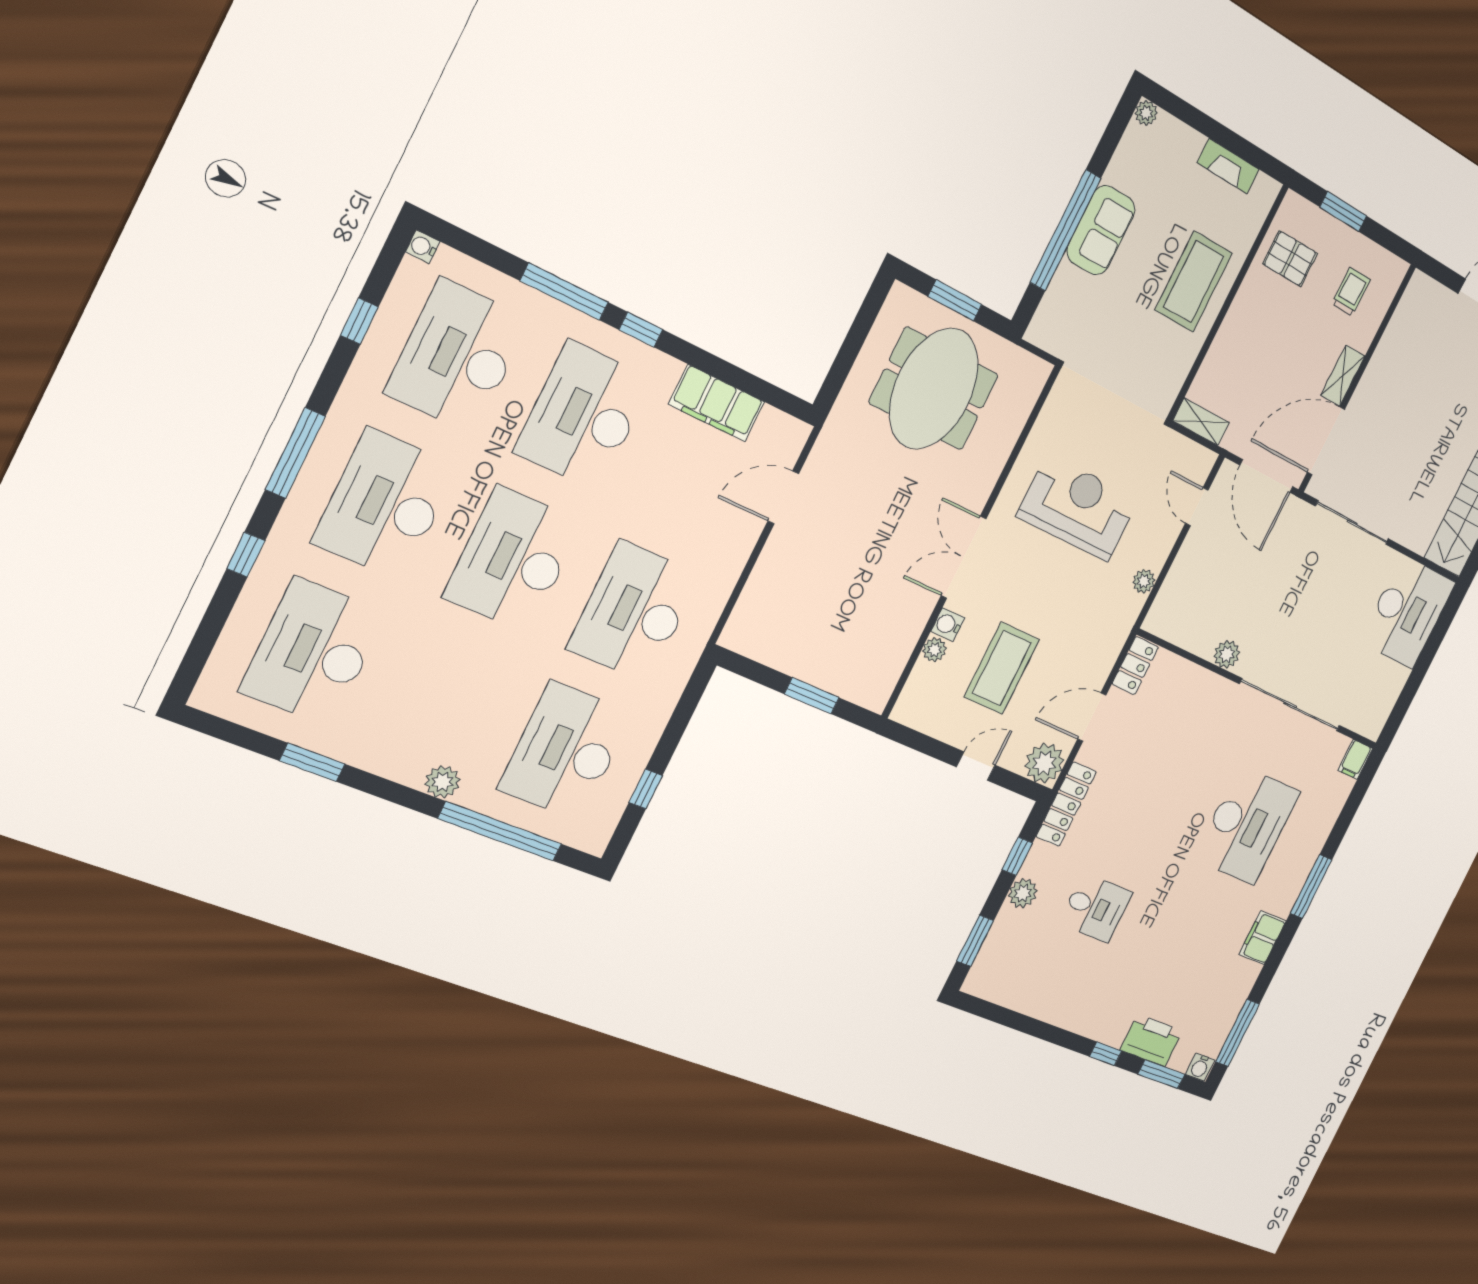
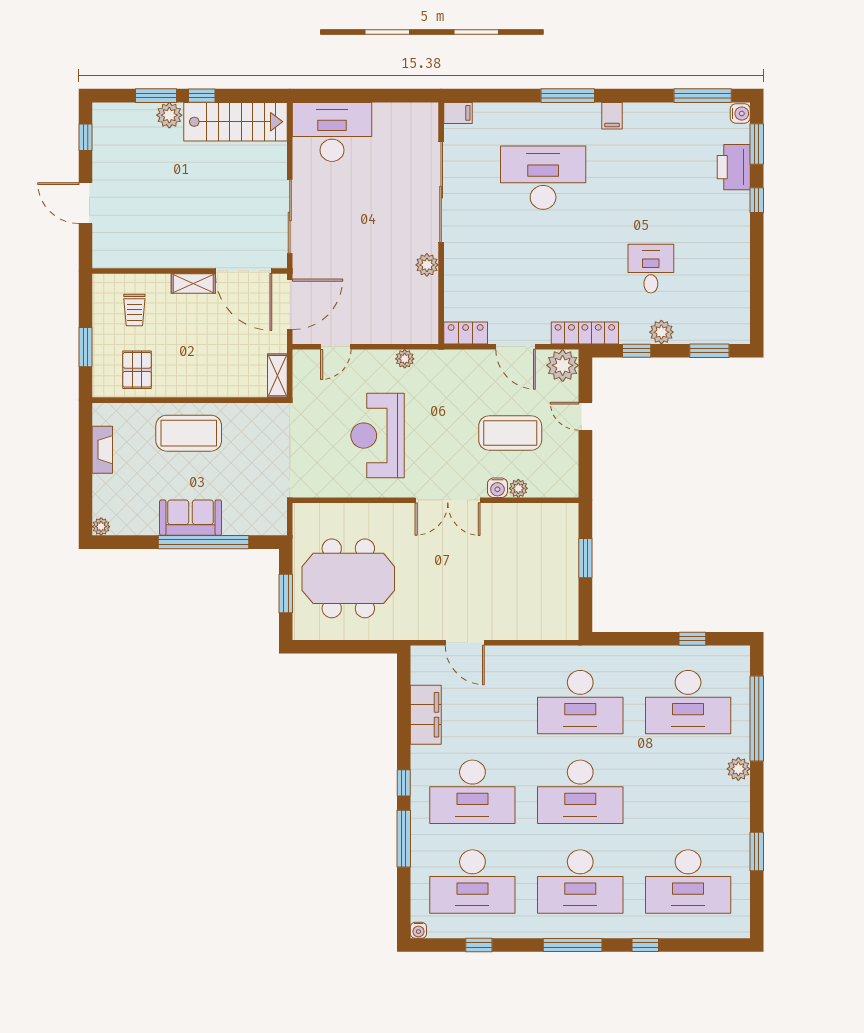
trolley: (1351, 292) -> (134, 310), turned -90
filing cabinet: (1262, 938) -> (612, 116), width x0.50

